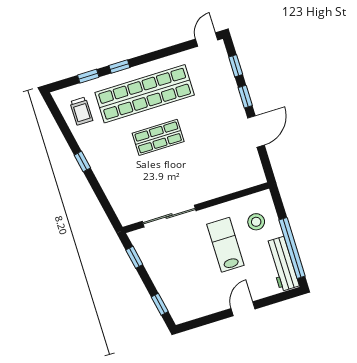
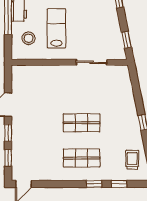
shop shelf: (145, 94) -> (82, 158), width x0.50, depth x0.74
sliding door: (169, 216) -> (91, 62), width x0.73
lab bench: (225, 245) -> (56, 28), turned 180

